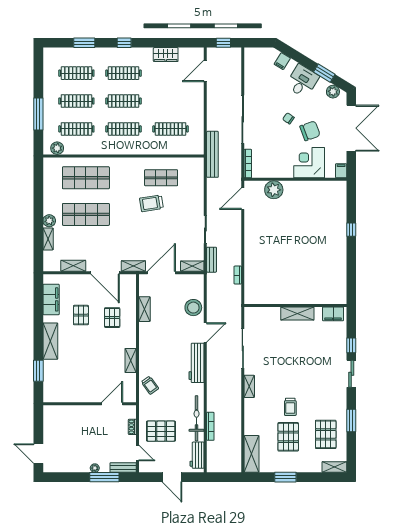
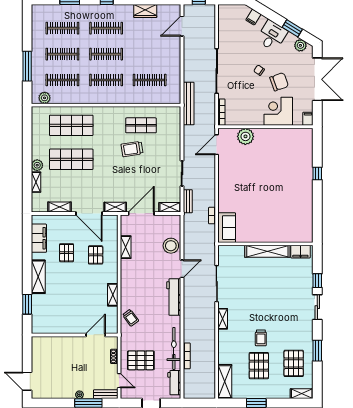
sofa: (253, 288) -> (227, 228), added
shelving: (297, 314) -> (267, 251), width x1.47

